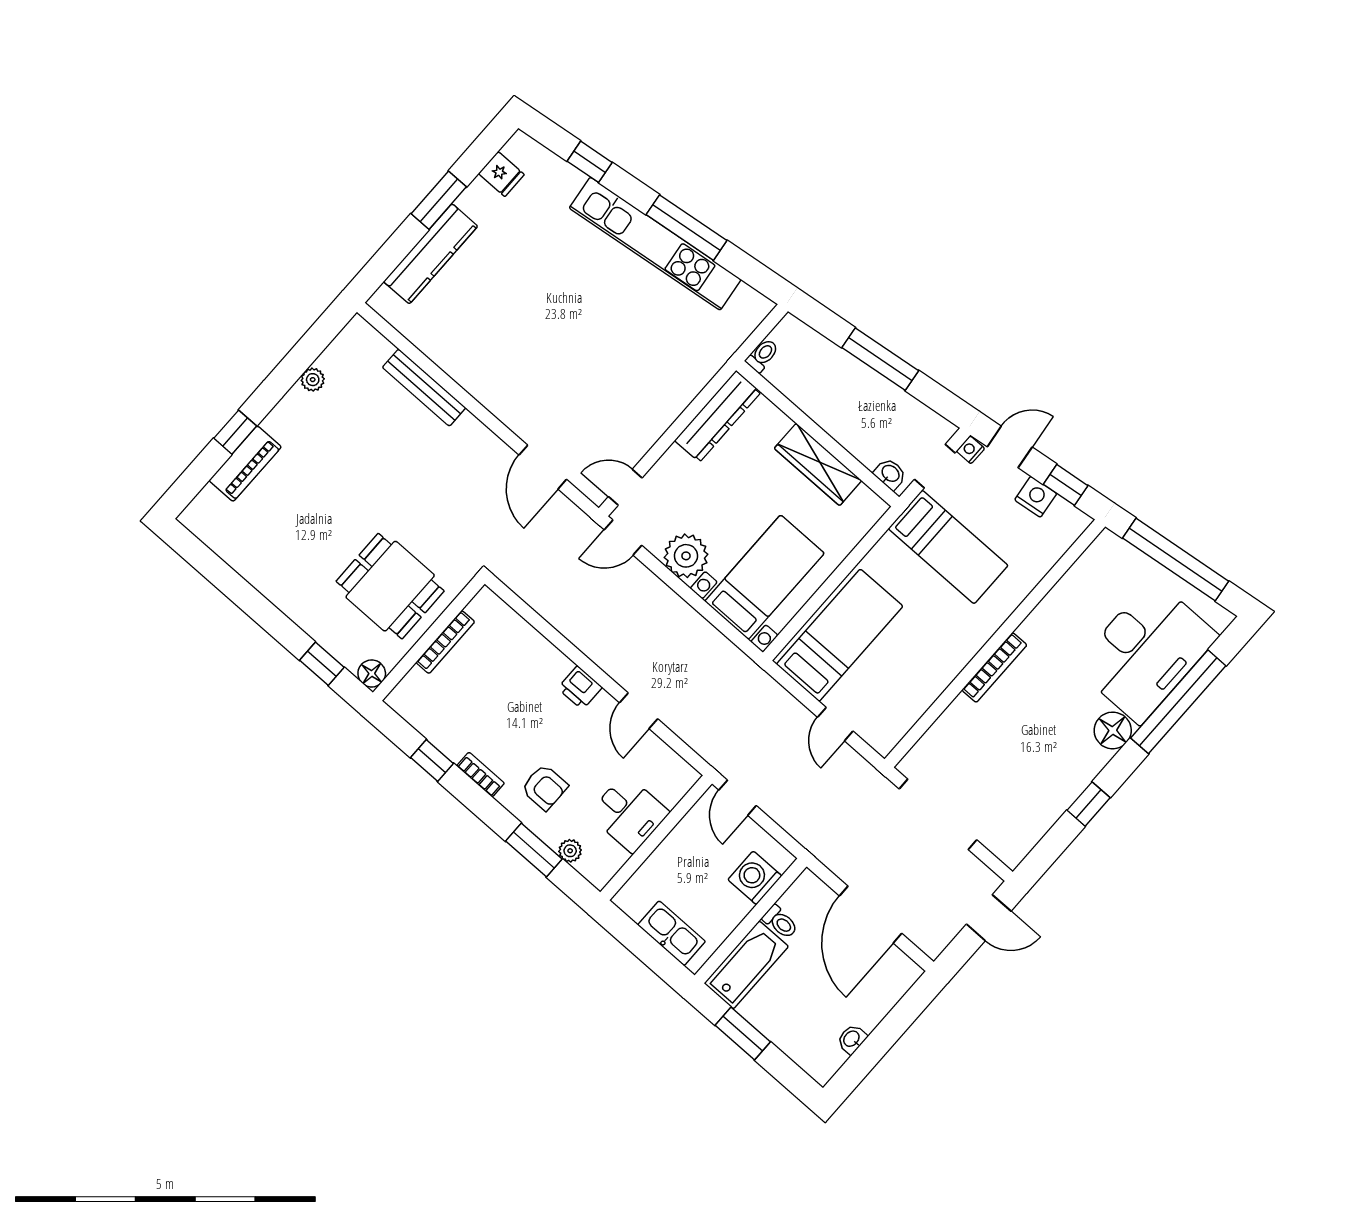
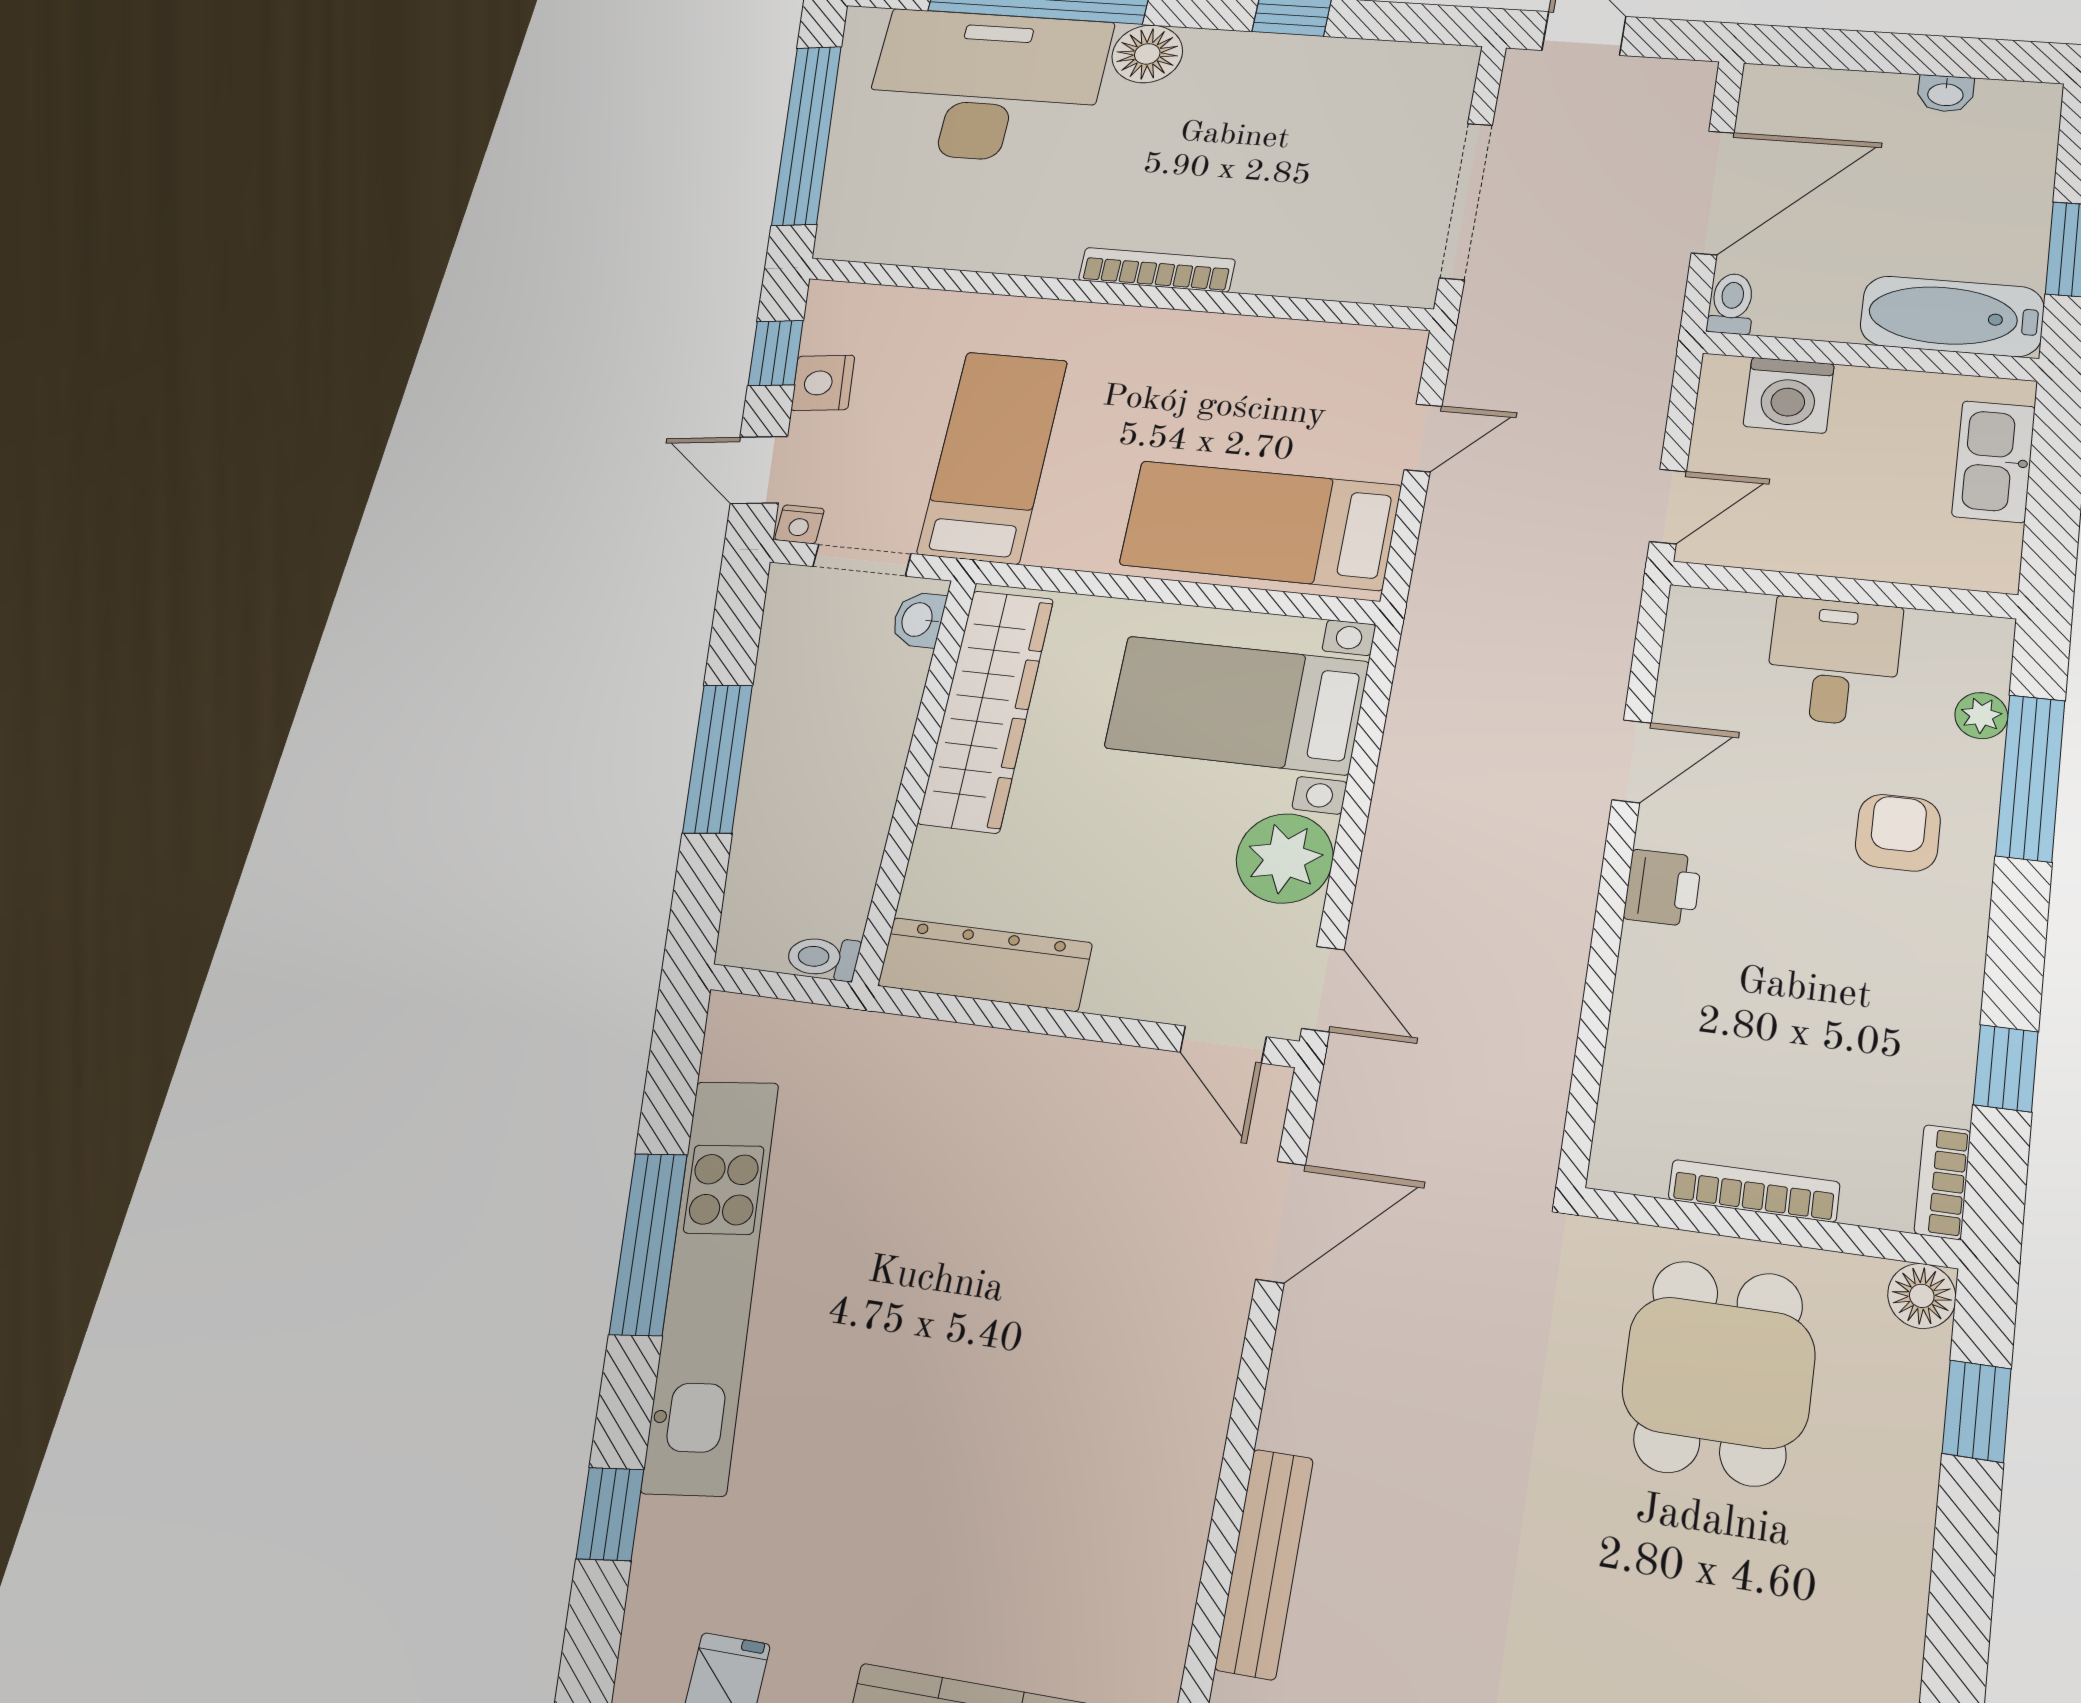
wardrobe: (818, 464) -> (986, 710), width x1.40, depth x1.17
bookcase: (481, 775) -> (1943, 1182), moved
window: (534, 850) -> (2030, 778), width x1.44
toilet: (780, 922) -> (1732, 304), moved

